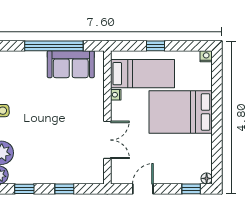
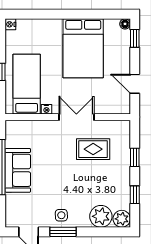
sofa: (71, 64) -> (18, 170), moved
bed: (181, 112) -> (83, 48), moved
double door: (107, 140) -> (76, 117), moved
rug: (73, 144) -> (93, 149), added

